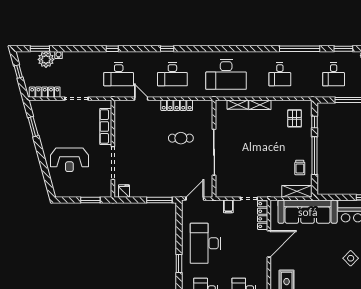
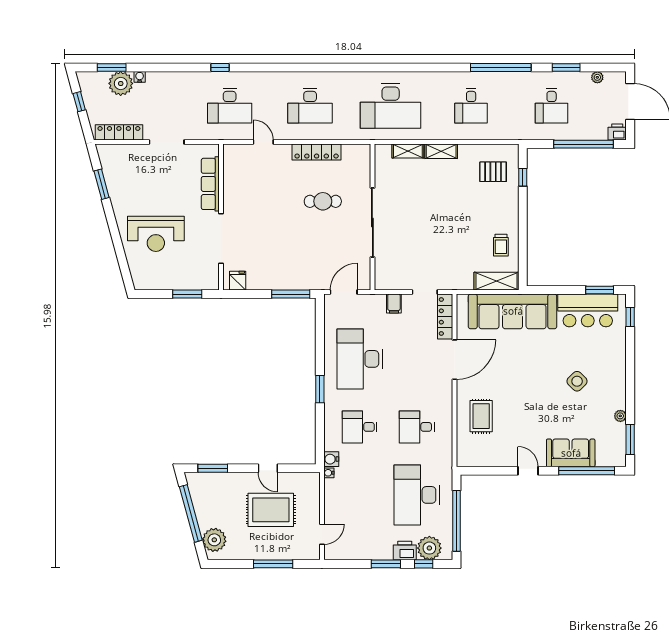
window: (167, 49) -> (302, 67), removed
pallet: (295, 118) -> (493, 172), turned 90
window: (314, 156) -> (523, 227), removed

